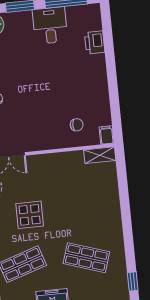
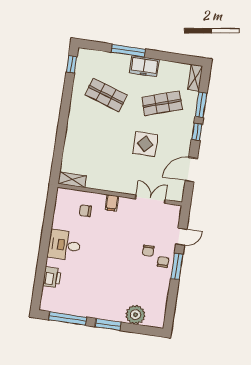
desk: (50, 26) -> (64, 245), moved, turned 90
filing cabinet: (107, 135) -> (112, 203), moved

